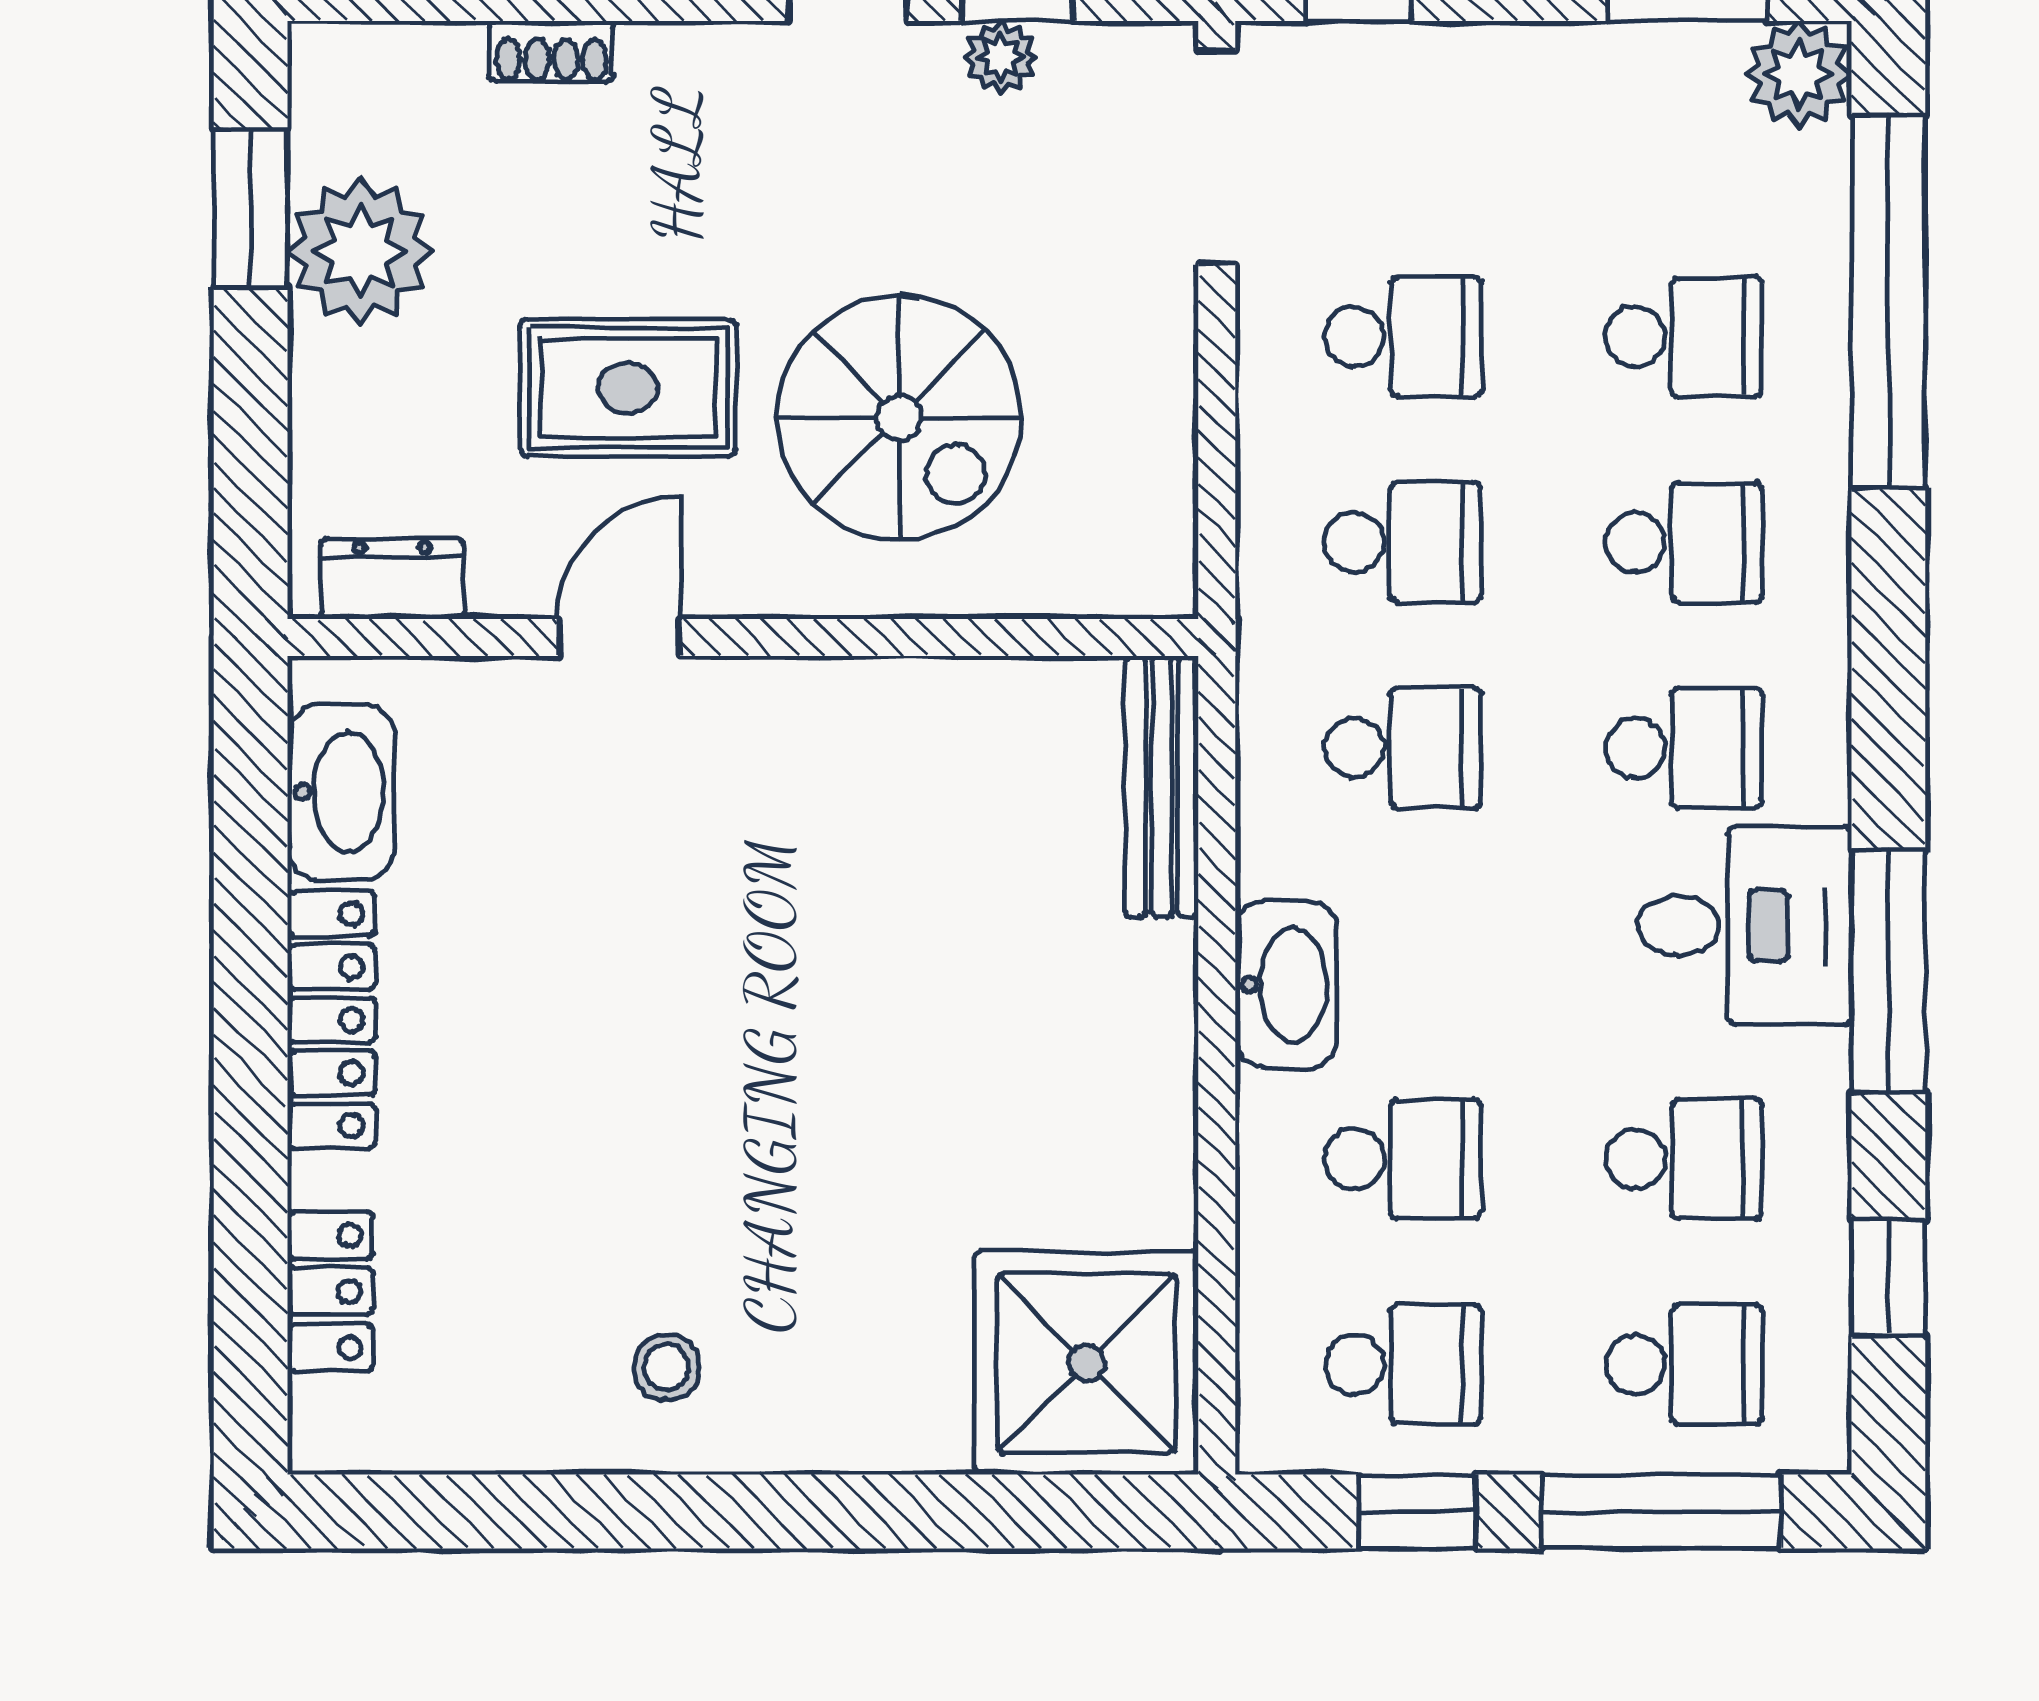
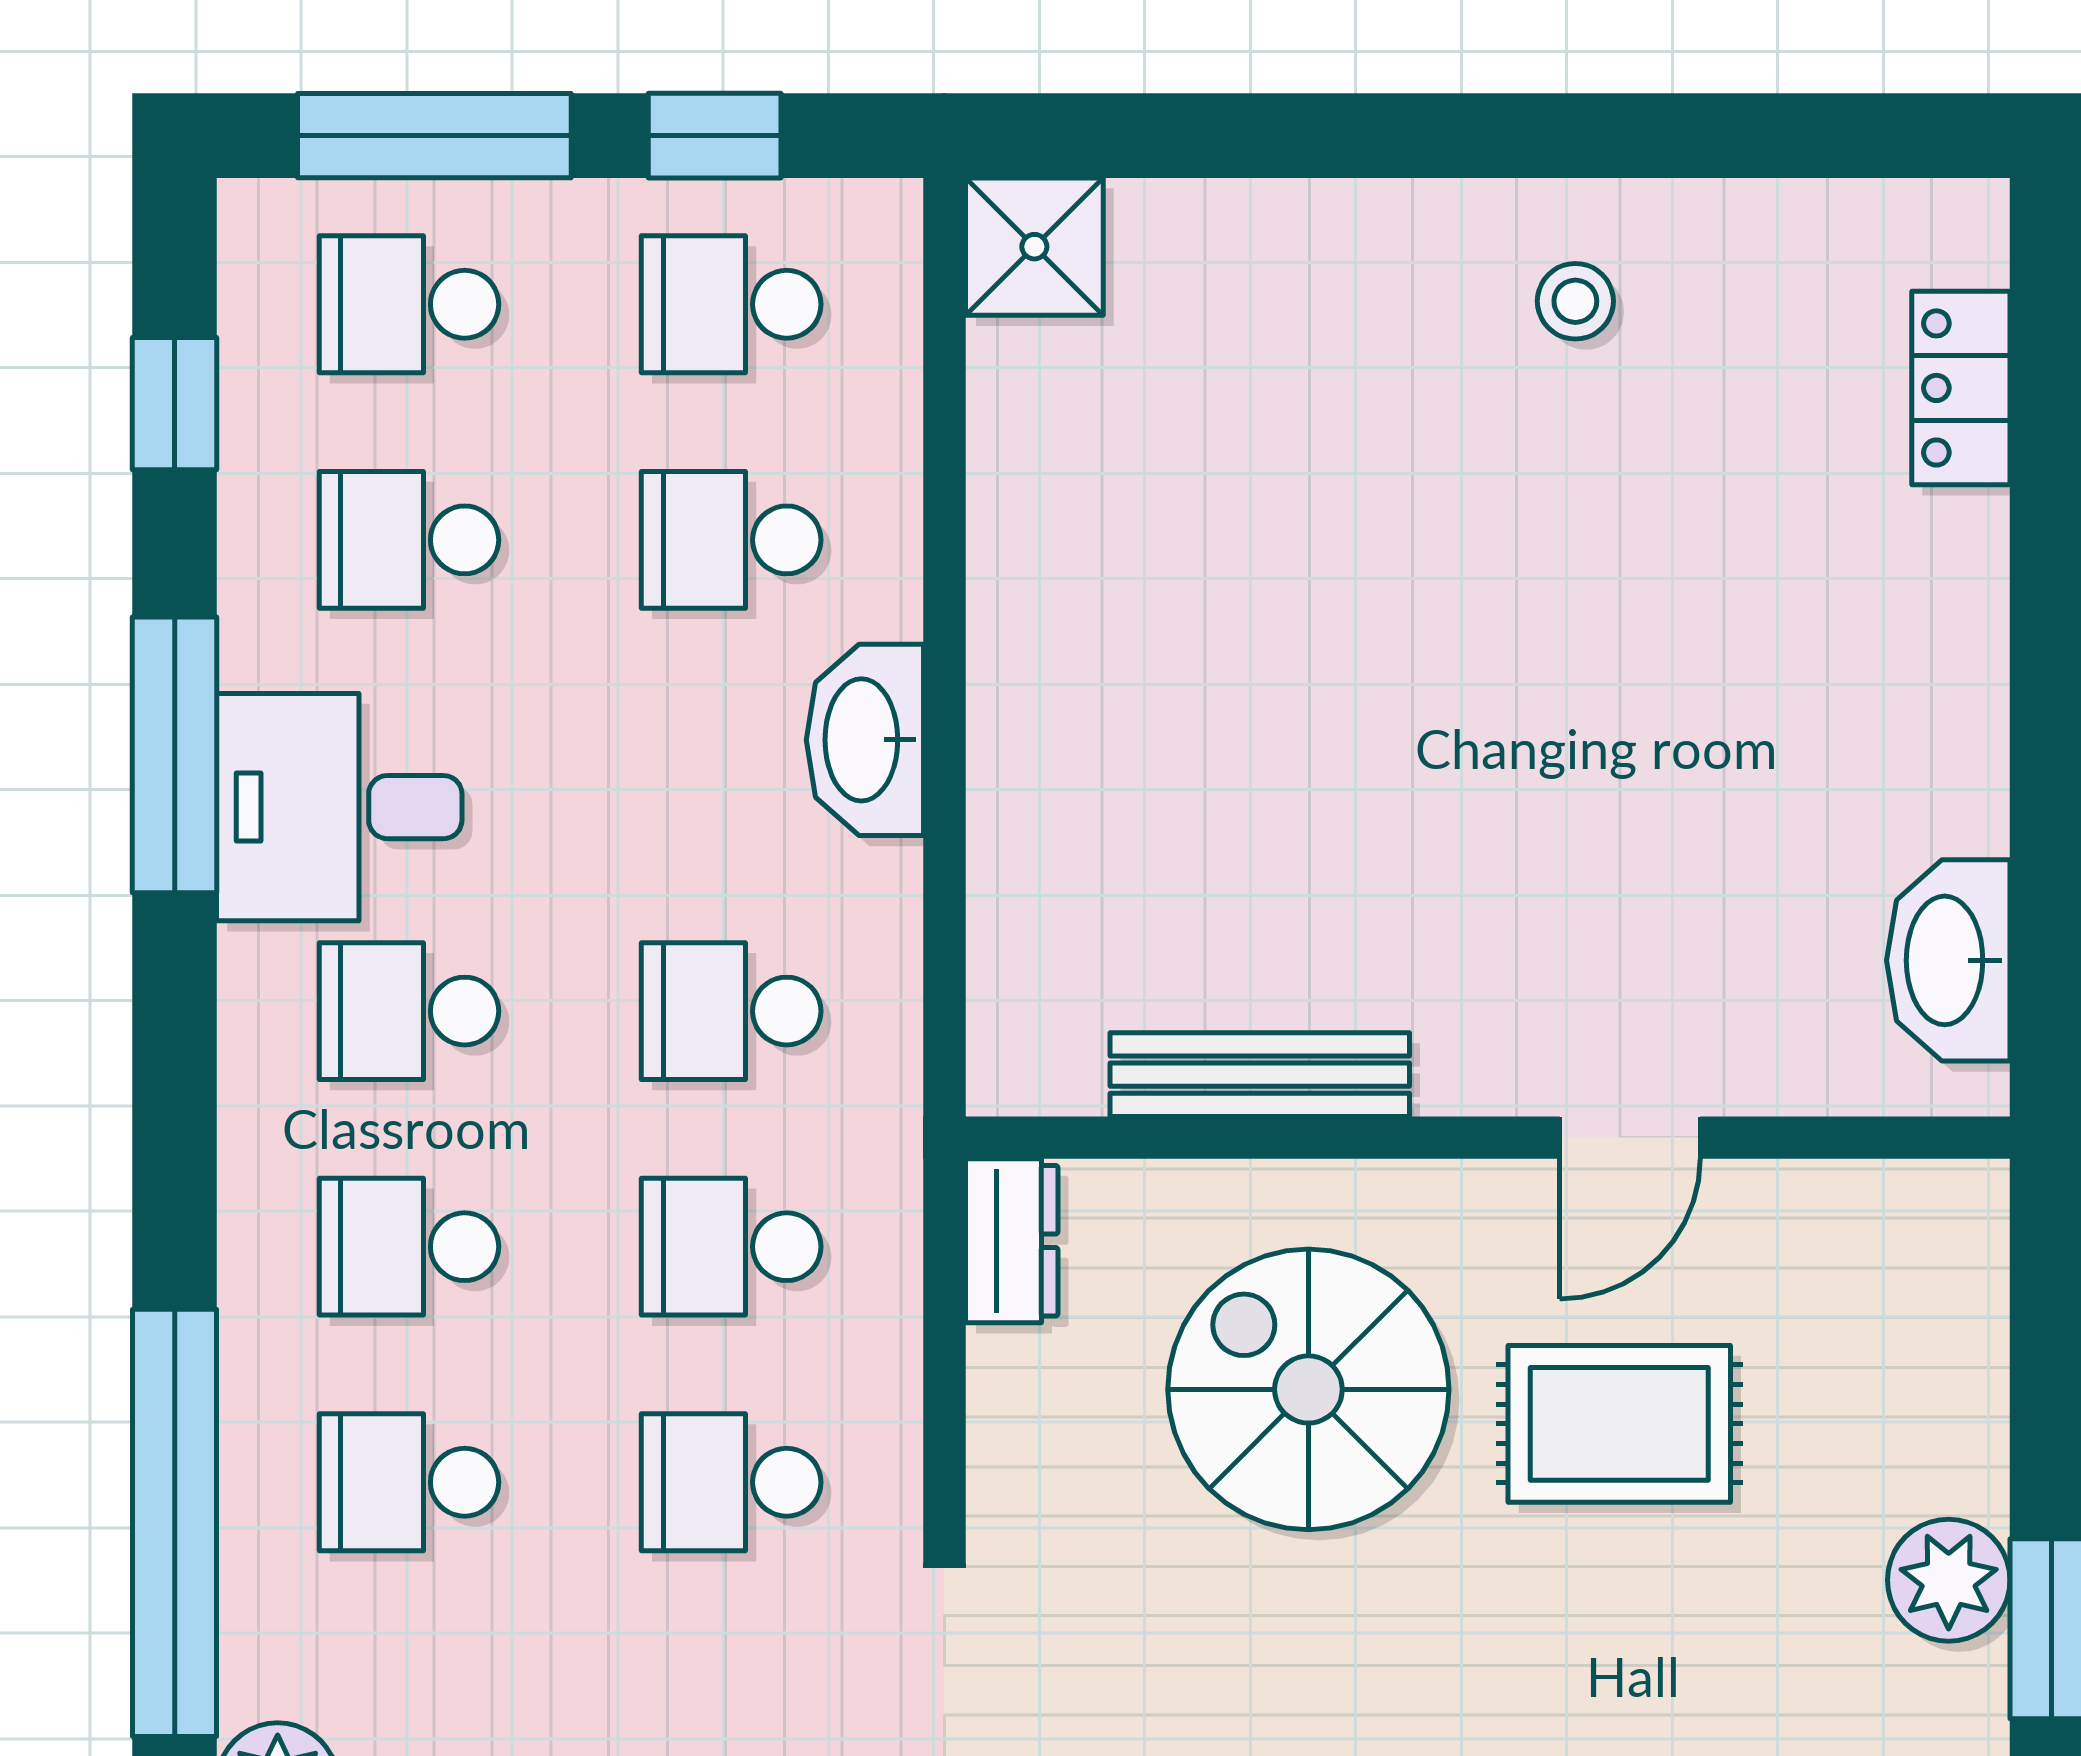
plant: (360, 251) -> (1949, 1580), width x0.73, depth x0.73
dresser: (392, 579) -> (1012, 1241), moved, turned -90
bench: (1162, 786) -> (1260, 1075), moved, turned 90
locker: (331, 1020) -> (1959, 699), removed
shower: (1086, 1363) -> (1034, 247), width x0.54, depth x0.54

